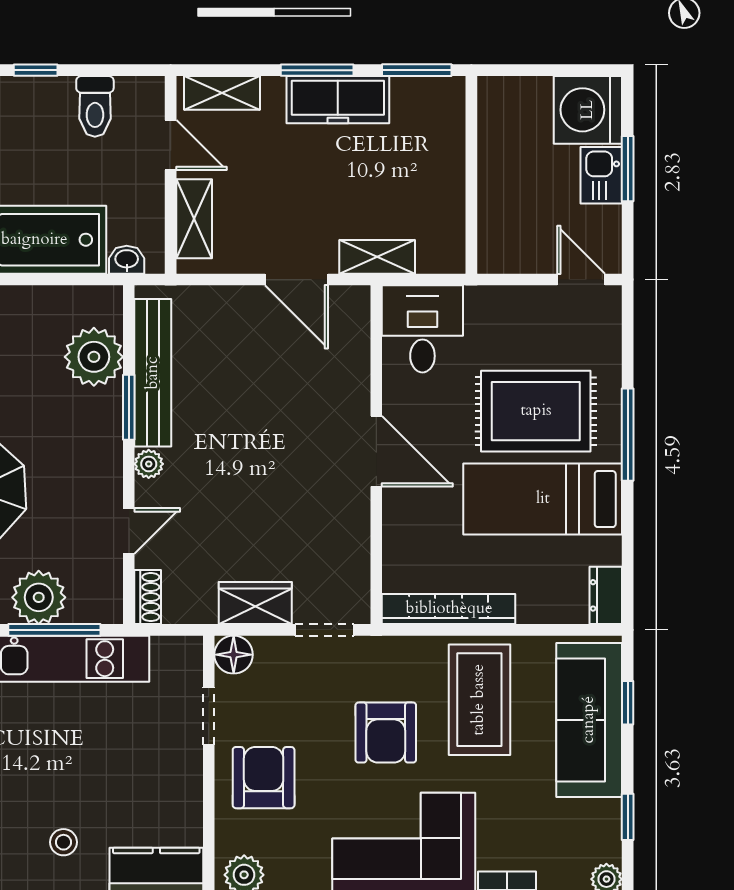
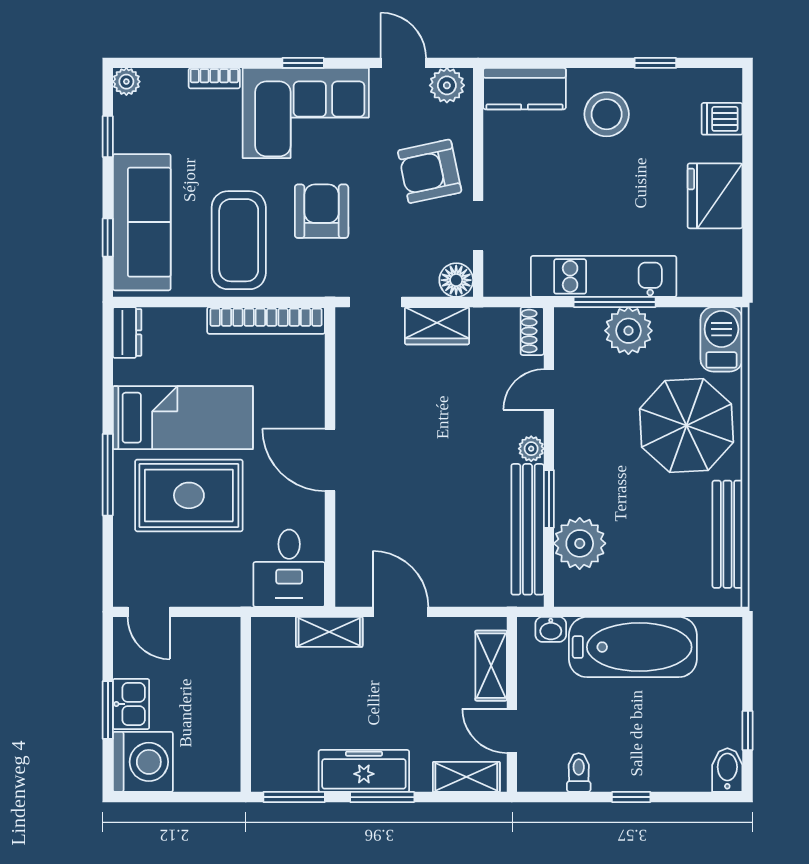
toilet: (95, 106) -> (579, 772), width x0.73, depth x0.72
armchair: (264, 778) -> (430, 171), turned 78
stool: (63, 842) -> (607, 114), width x1.89, depth x1.89

